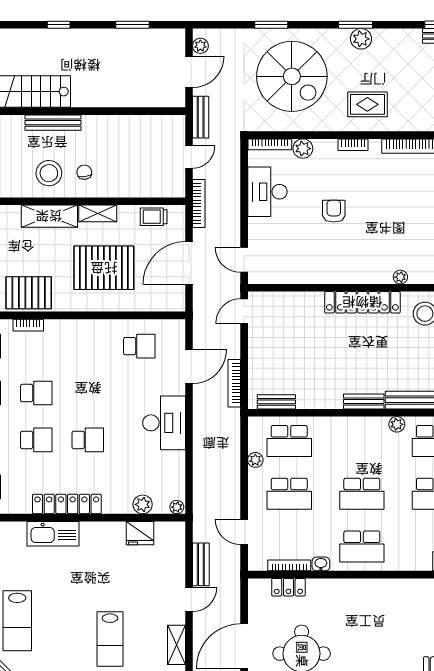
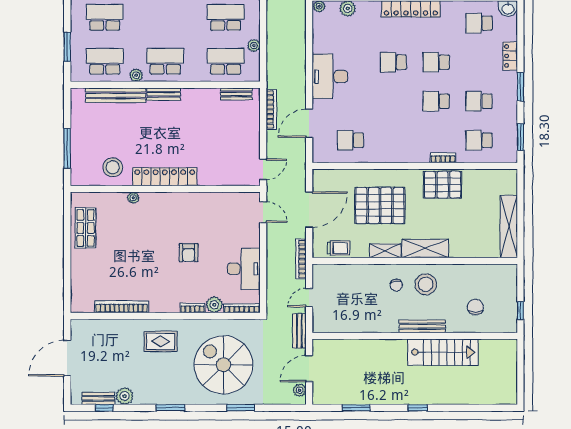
plant: (361, 39) -> (125, 396), moved
bookcase: (353, 145) -> (192, 308), moved
school desk: (362, 494) -> (165, 61), moved

